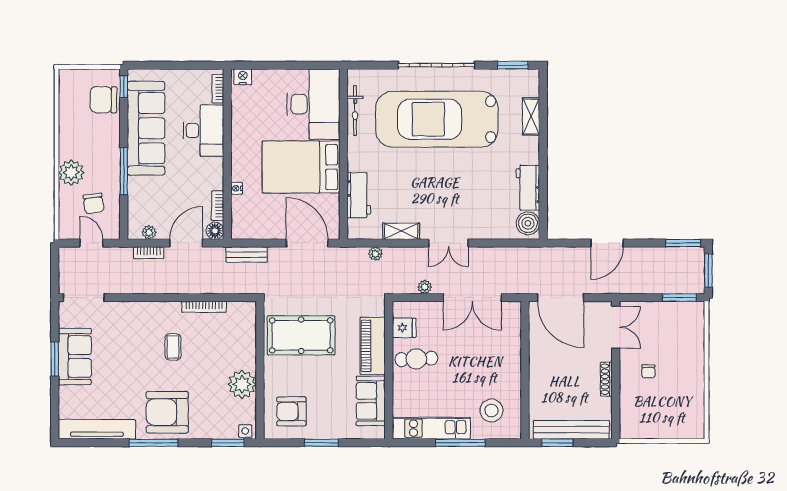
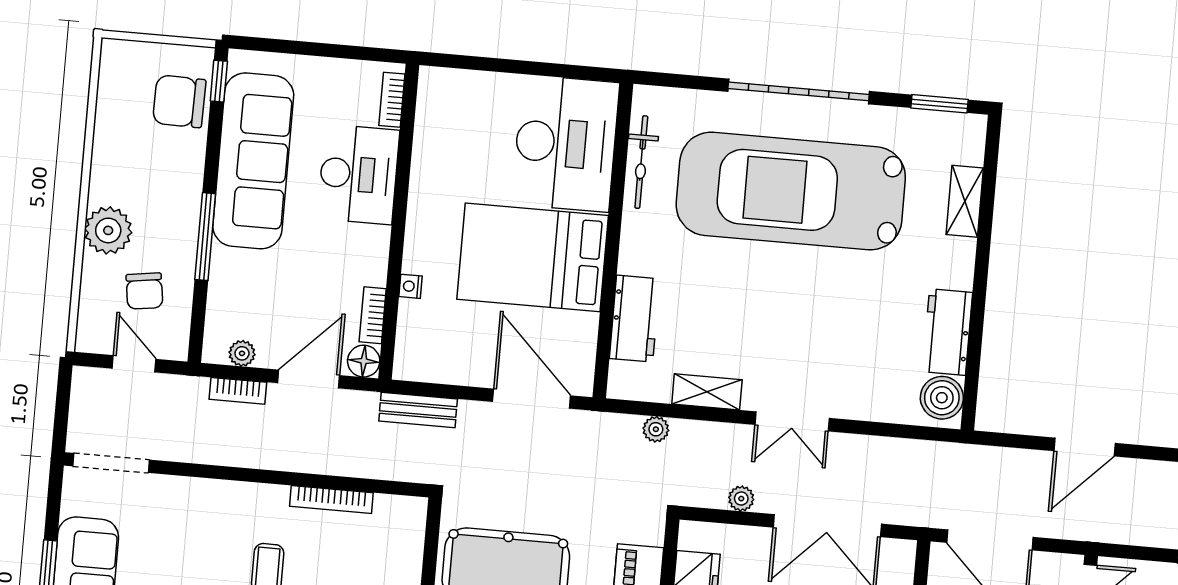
nightstand: (243, 77) -> (440, 82), removed

